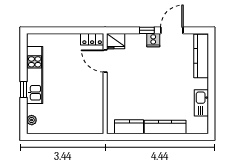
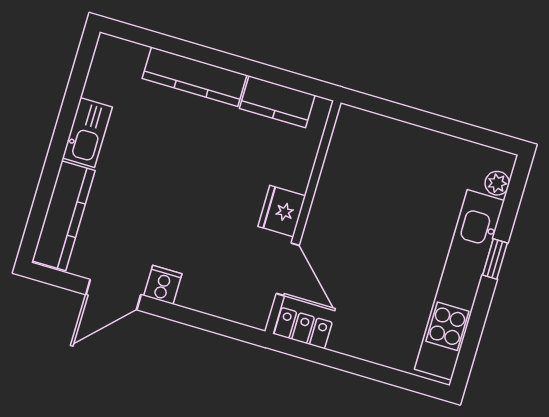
window: (147, 30) -> (171, 312), removed
fridge: (116, 41) -> (282, 211), moved, turned -90
kitchen unit: (35, 75) -> (459, 285), width x1.36
kitchen sink: (201, 103) -> (87, 133), moved

